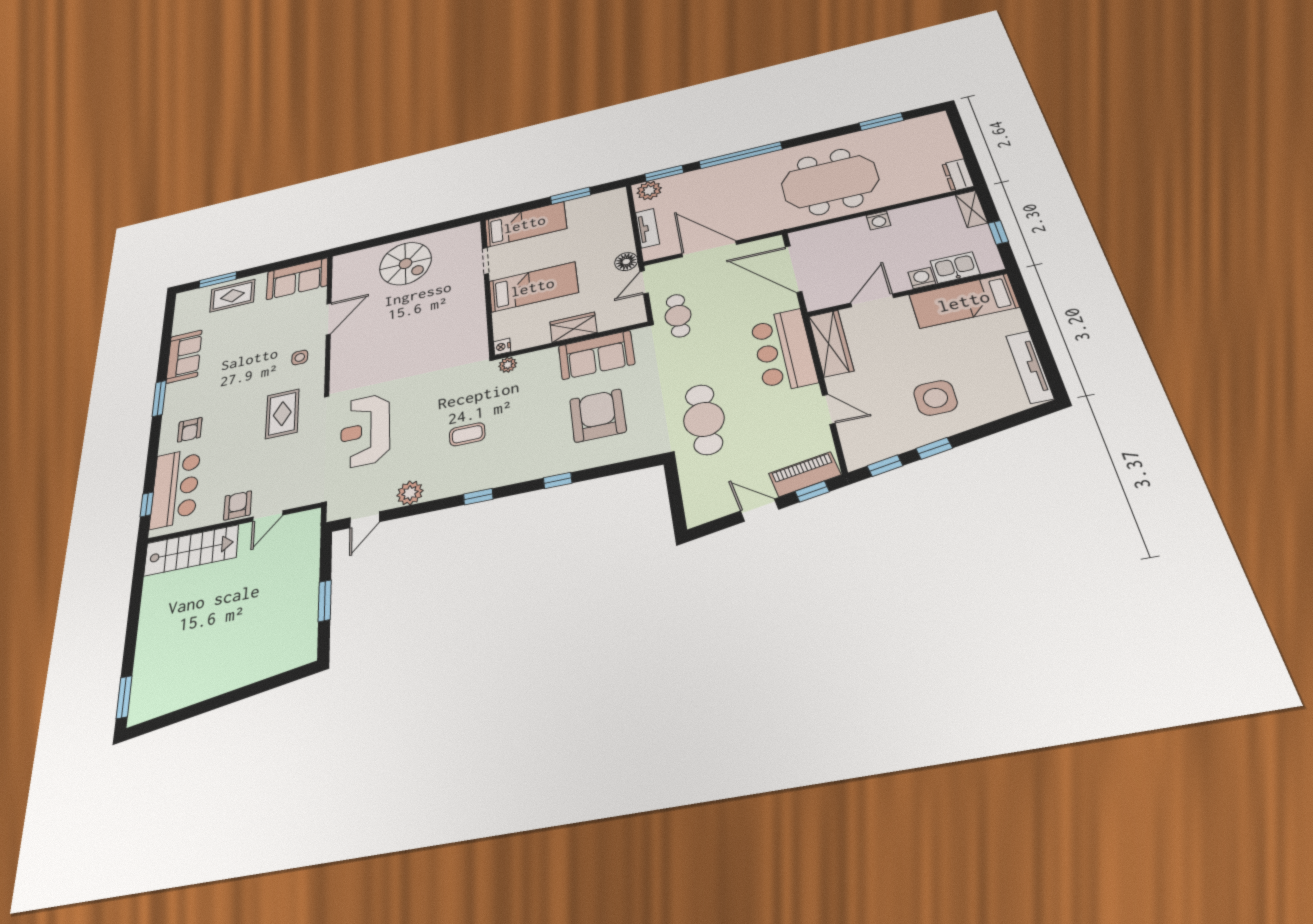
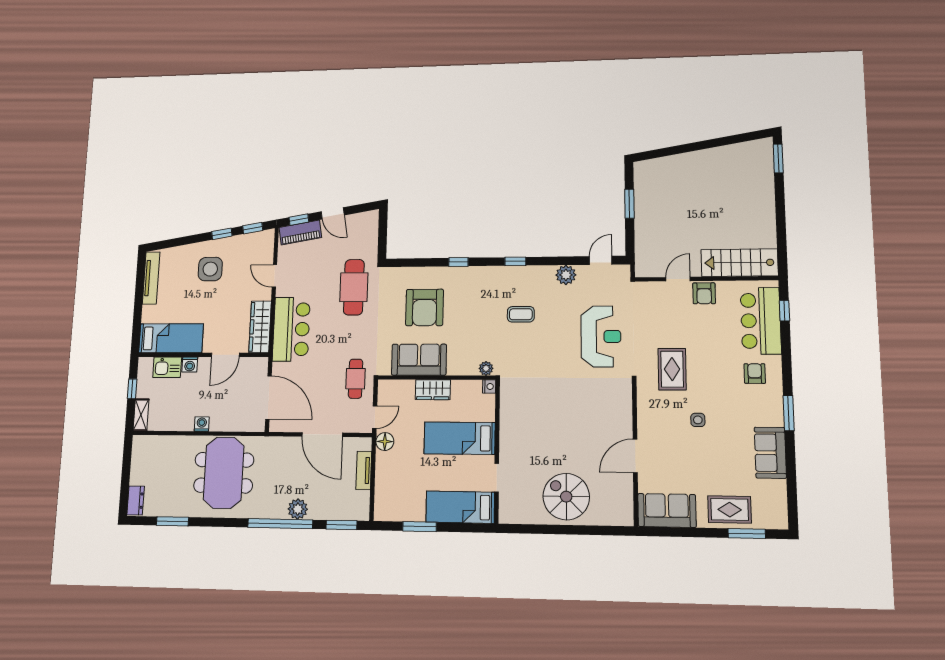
dresser: (958, 175) -> (136, 500), moved
meeting table: (830, 182) -> (224, 473), turned 90
plant: (649, 191) -> (298, 509), moved
side table: (300, 357) -> (698, 420), moved

